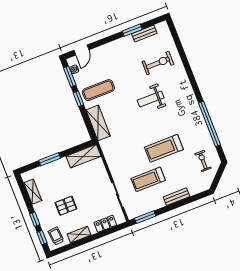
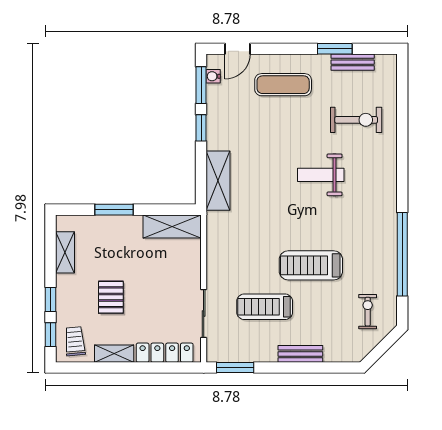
exercise mat: (98, 90) -> (283, 85), moved
pallet: (66, 206) -> (111, 297), turned 90
locker: (105, 224) -> (165, 353), width x1.53

